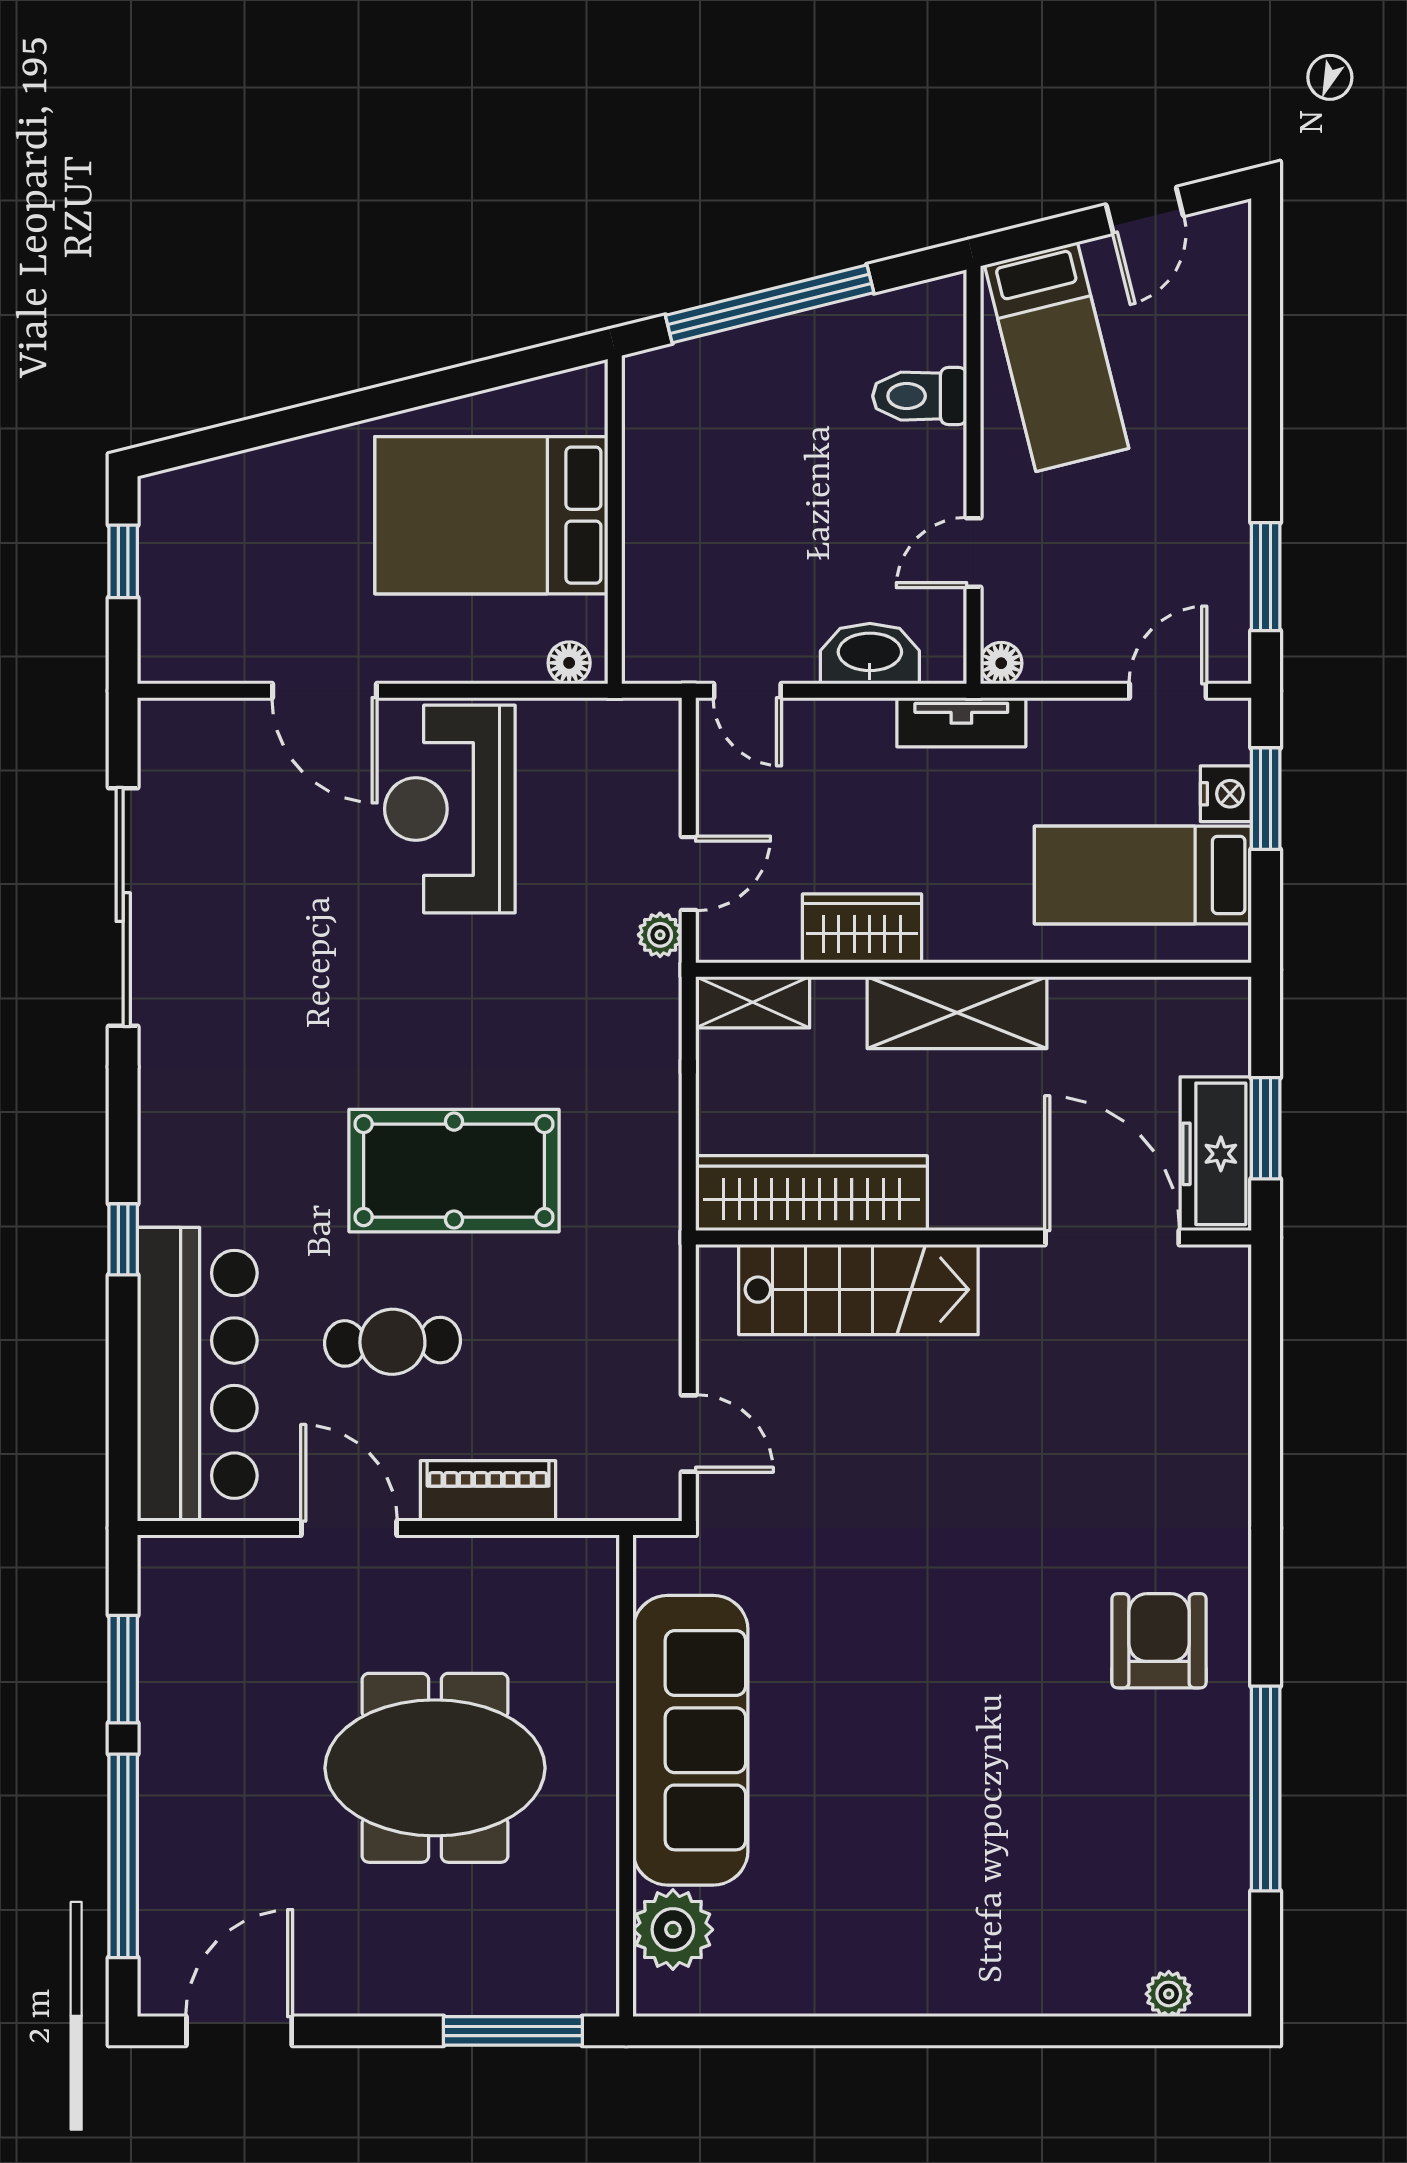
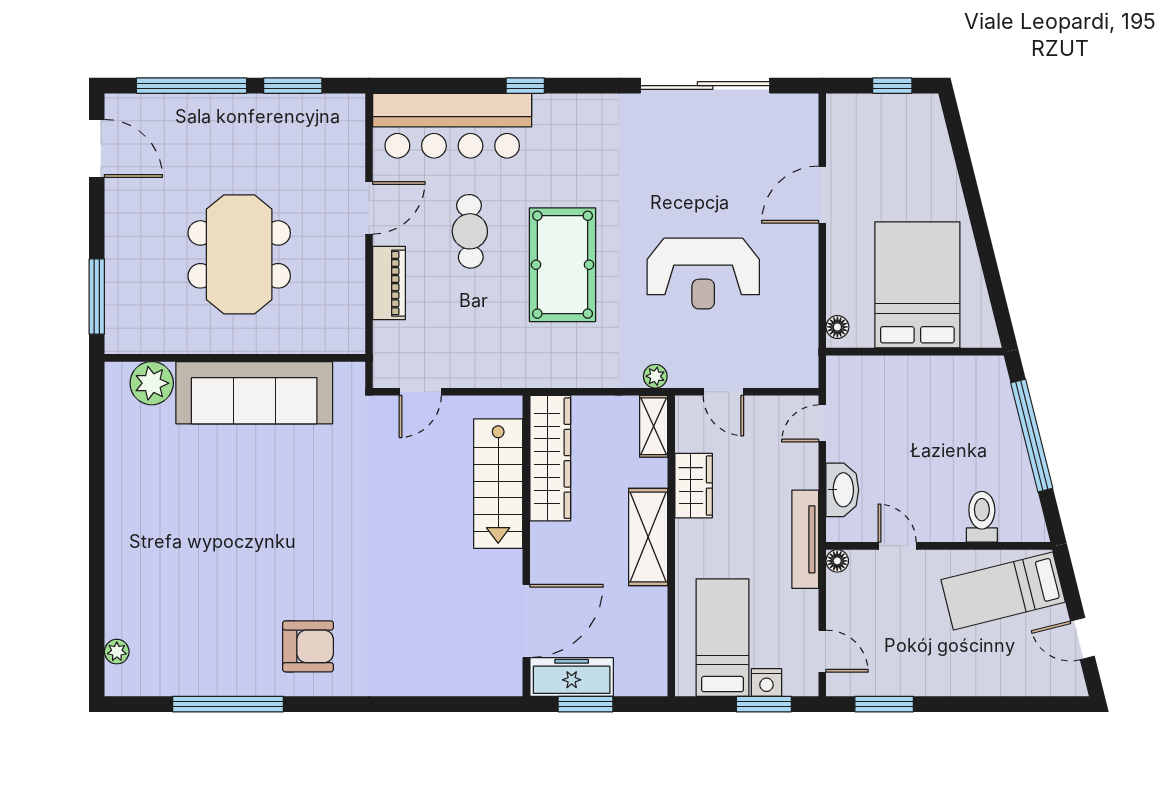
tv unit: (961, 722) -> (805, 539), width x1.41
reception desk: (450, 809) -> (703, 274), moved, turned 180
plant: (660, 935) -> (655, 376), moved

